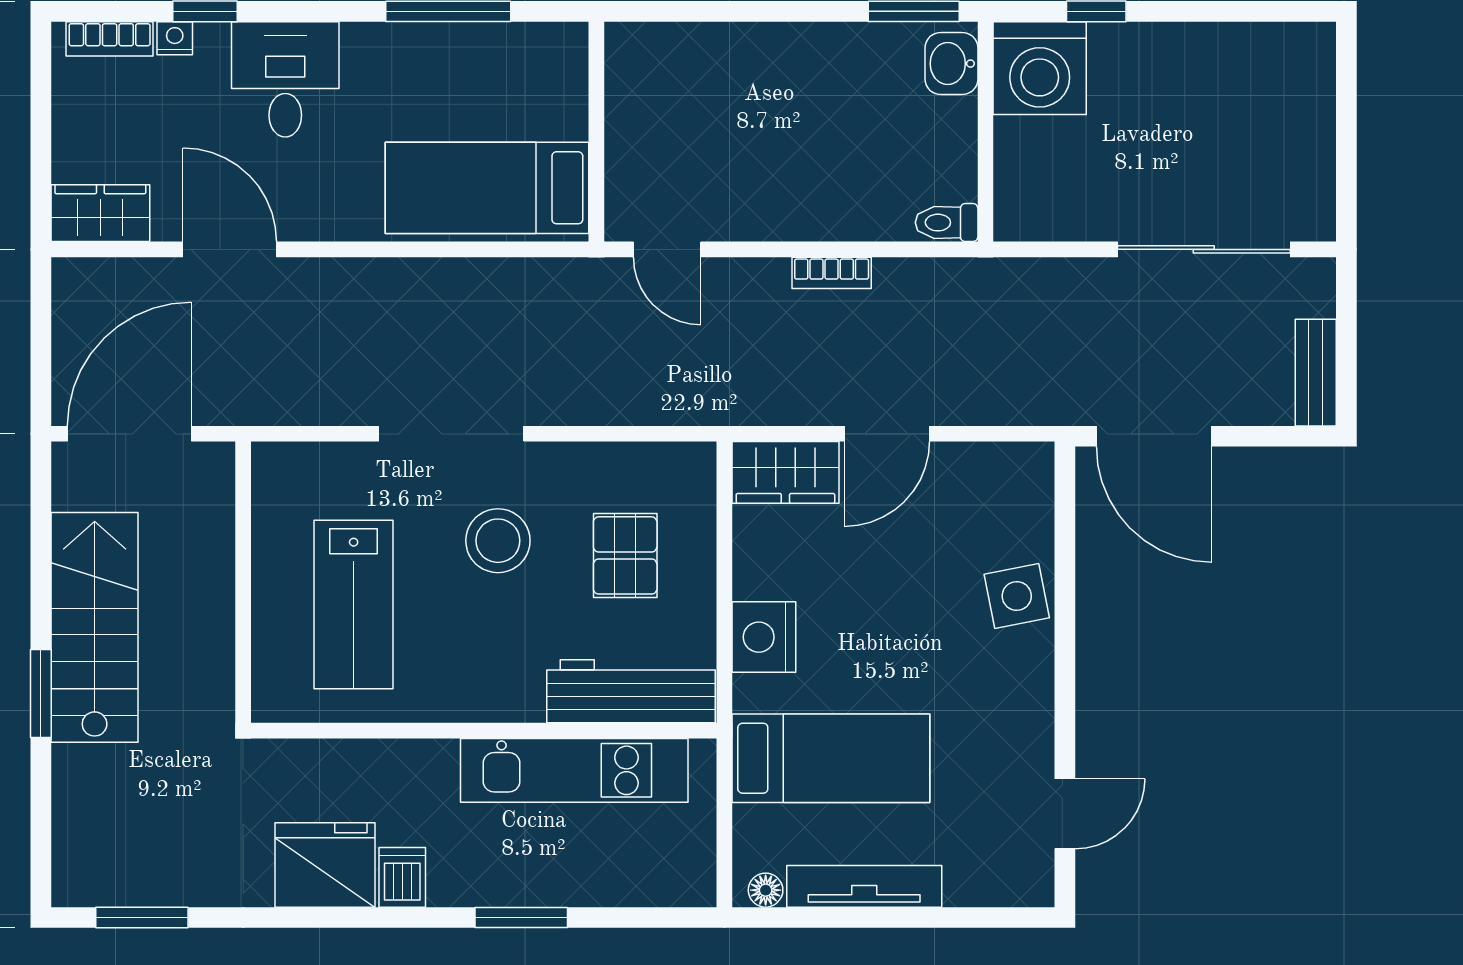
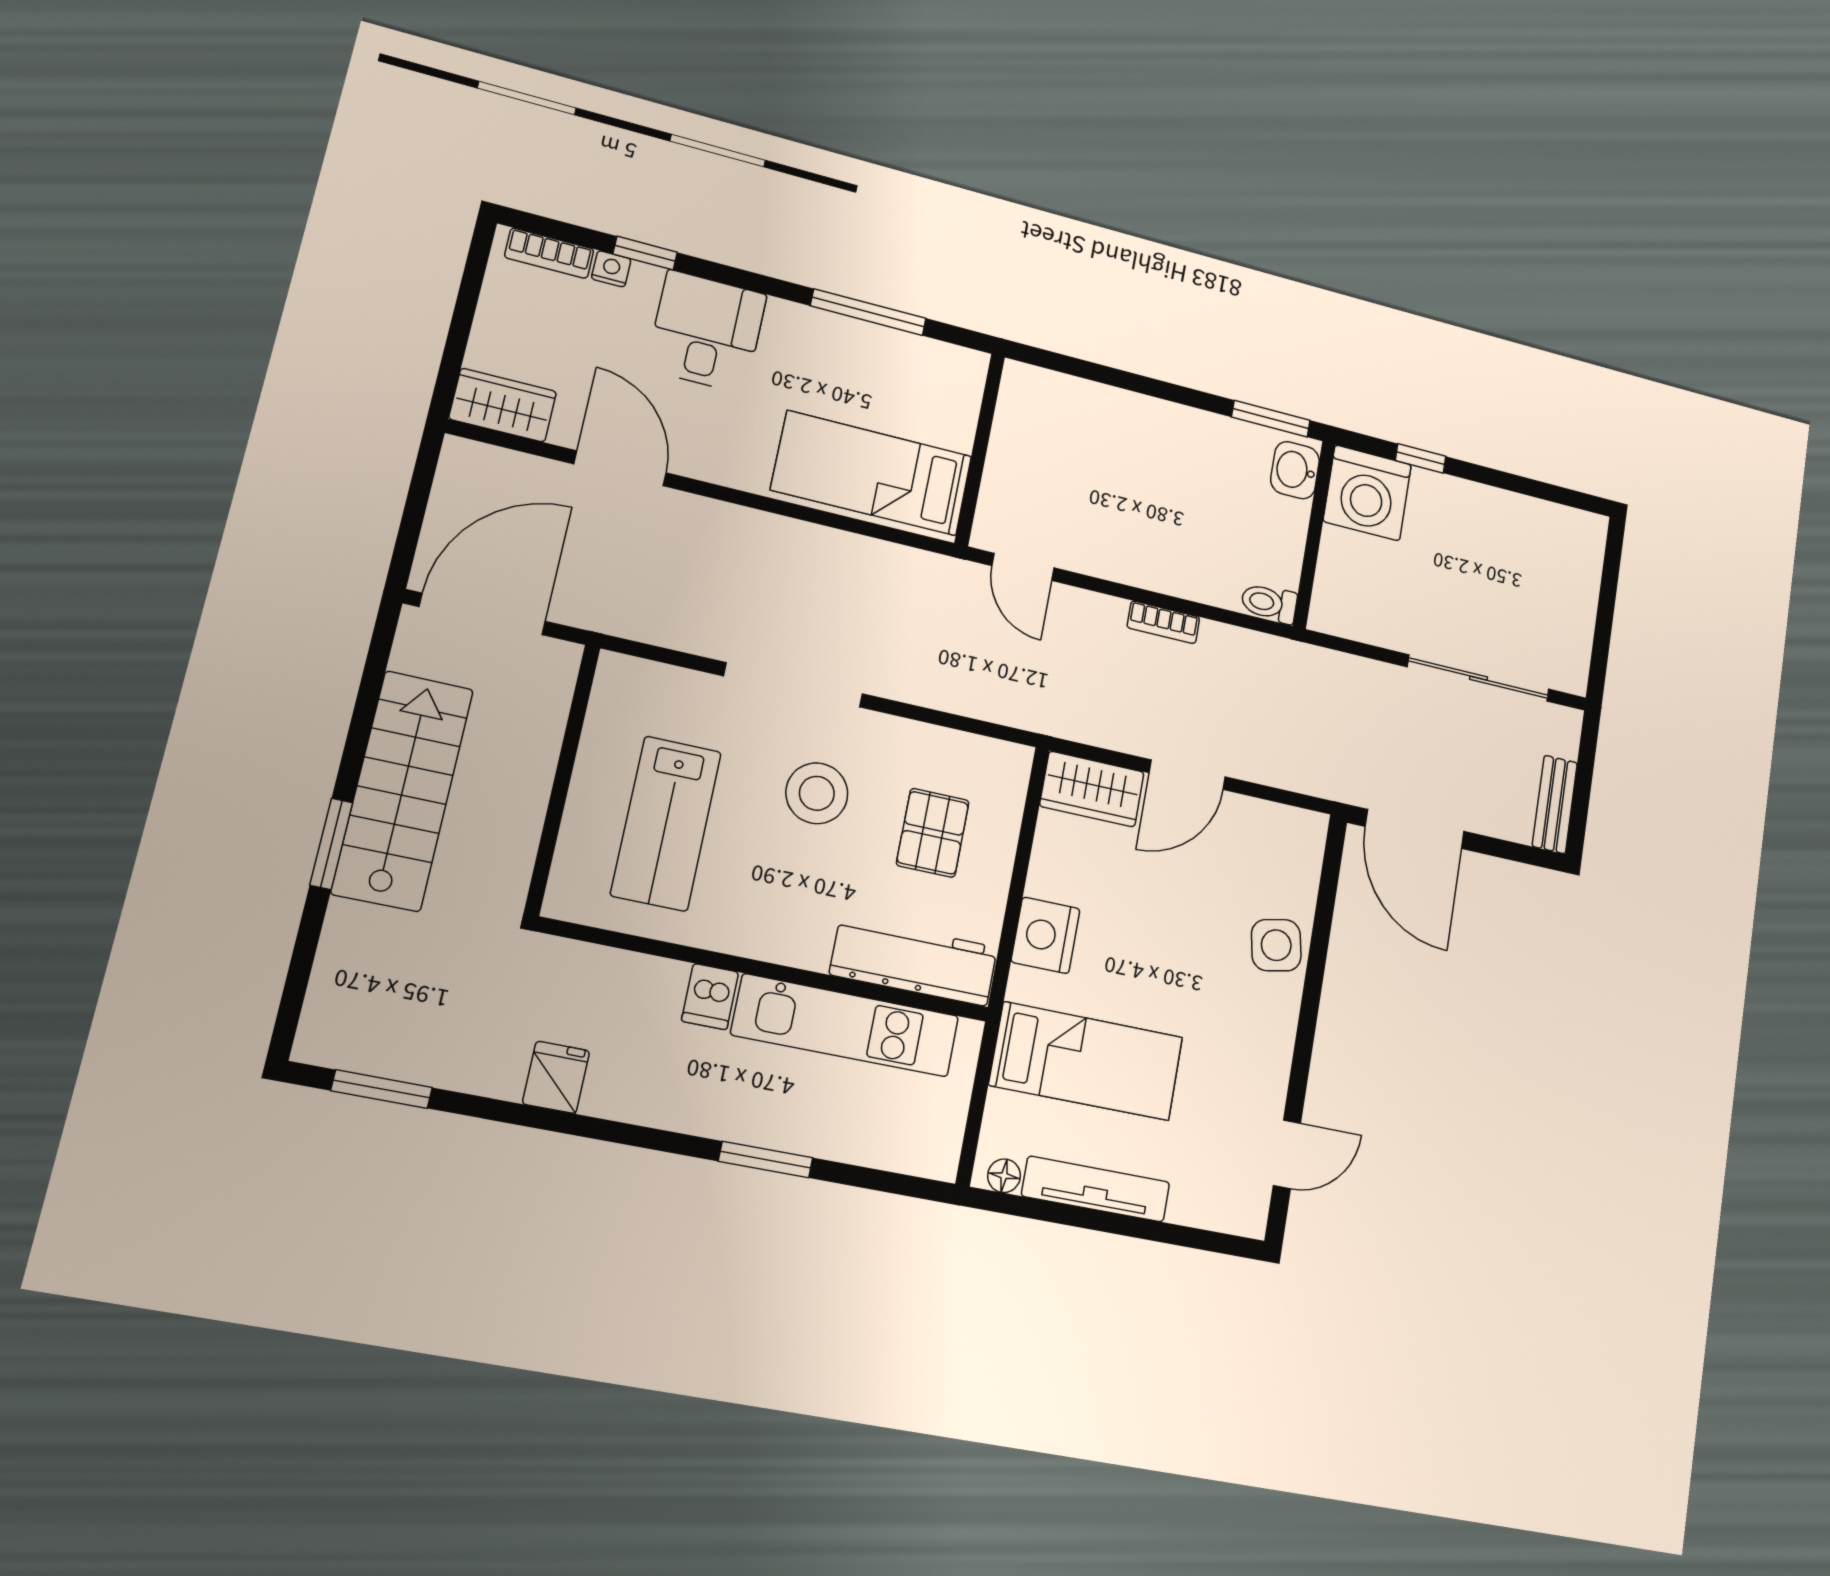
fridge: (325, 865) -> (556, 1077), width x0.53, depth x0.75
dishwasher: (402, 877) -> (710, 997), moved, turned 180

